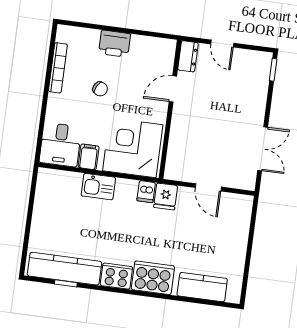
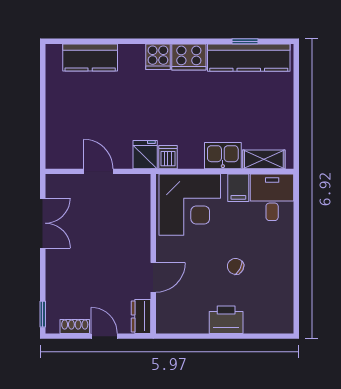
shoe rack: (247, 55) -> (75, 326), added
bookcase: (58, 68) -> (286, 284), removed
double door: (263, 149) -> (43, 223), swing flipped
shelving: (63, 179) -> (264, 159), added
cooker: (153, 278) -> (158, 57), width x0.53, depth x0.76

